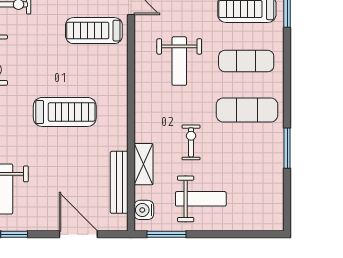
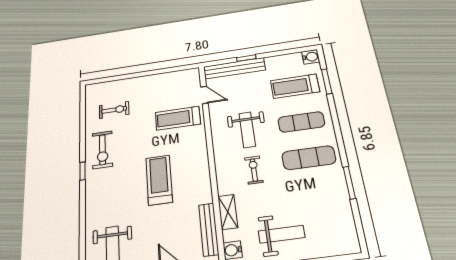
treadmill: (65, 112) -> (159, 180), turned -90
exercise bike: (191, 142) -> (254, 170), moved

